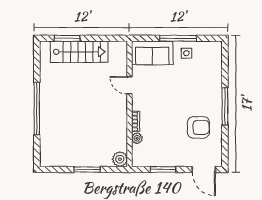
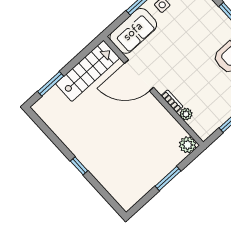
stairs: (79, 52) -> (88, 71), moved
door: (129, 85) -> (139, 75), width x1.88
window: (37, 108) -> (79, 166), width x0.32

